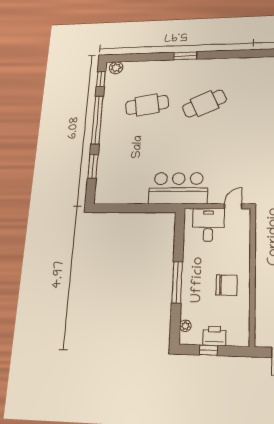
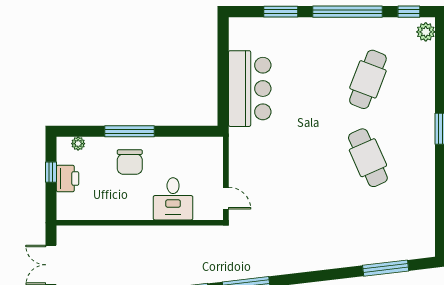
cafe table: (147, 105) -> (368, 79), turned 30
bar counter: (178, 188) -> (250, 89), moved
desk: (208, 225) -> (173, 199), moved, turned 90
chair: (227, 285) -> (130, 162), moved

